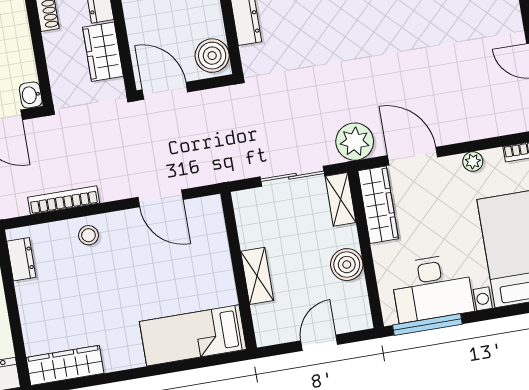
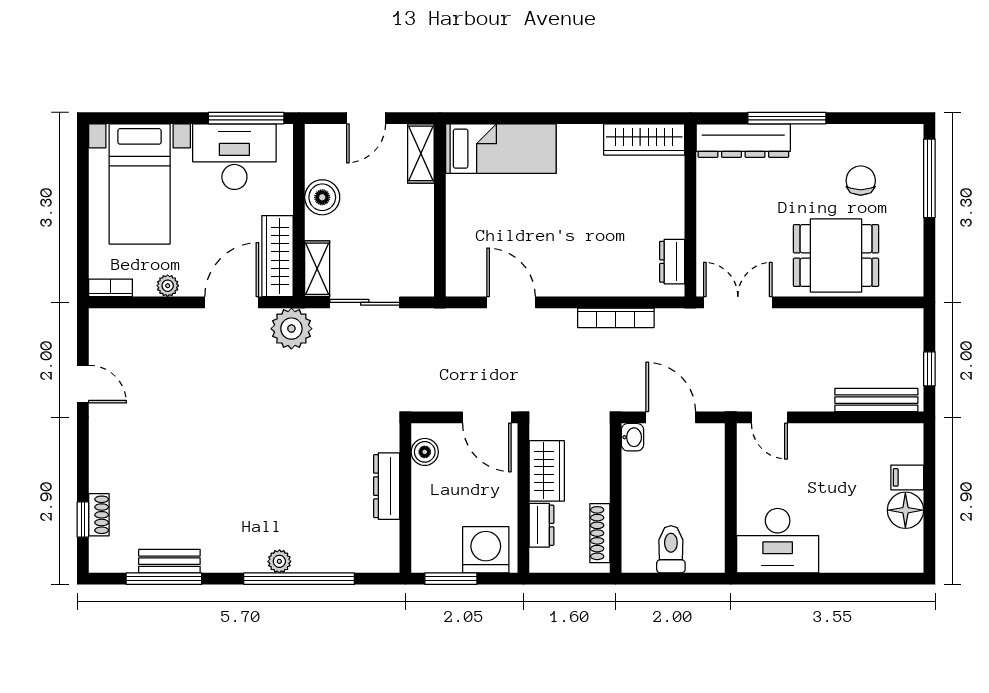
boiler: (212, 56) -> (425, 452), width x0.73, depth x0.73
door: (412, 156) -> (232, 302), swing flipped
stool: (88, 235) -> (595, 276), removed
shelving: (257, 276) -> (421, 153), moved

